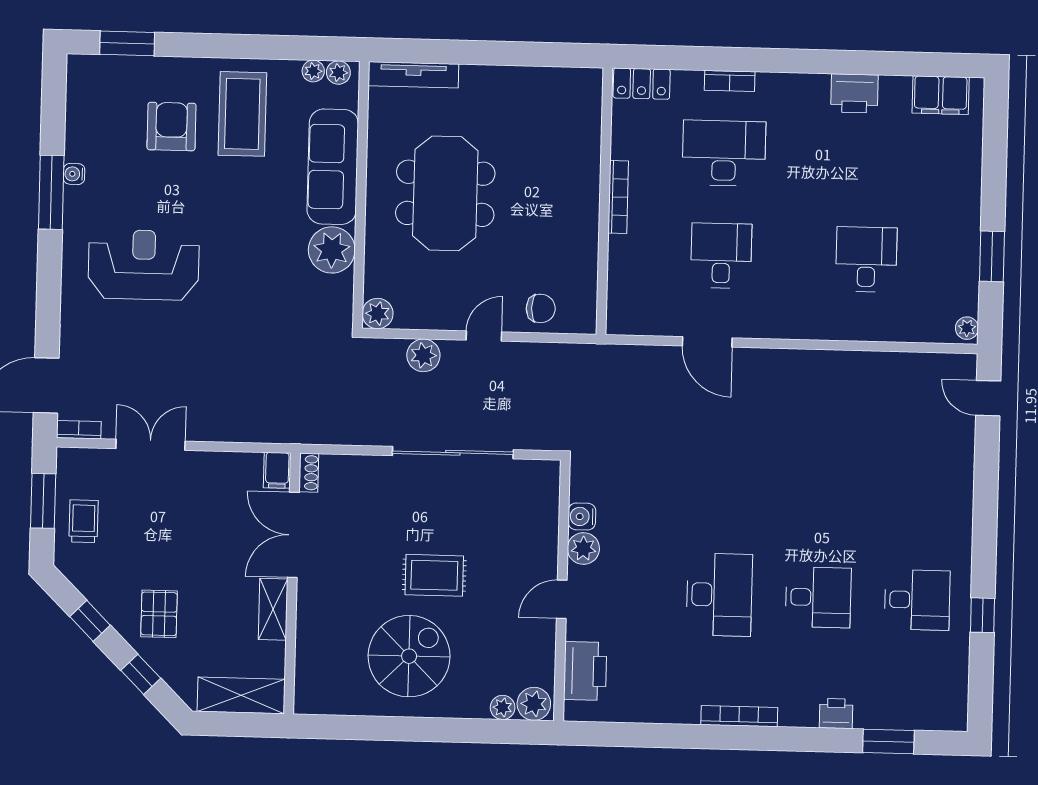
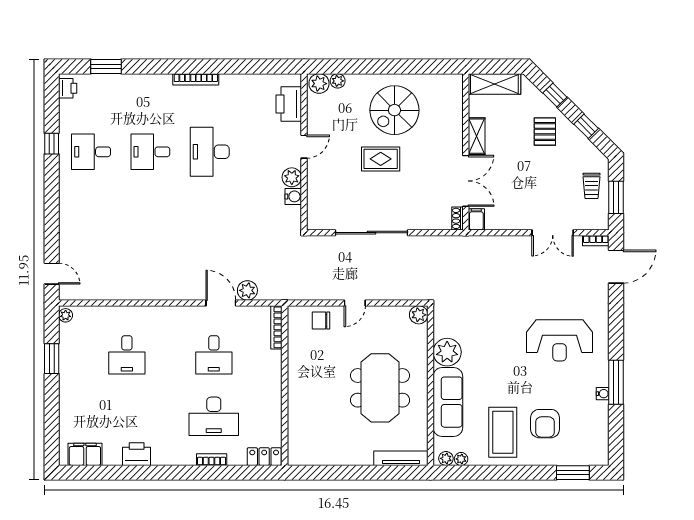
bookcase: (618, 197) -> (276, 327), moved
plant: (423, 355) -> (247, 290), moved
printer: (836, 714) -> (68, 88), moved, turned -90

